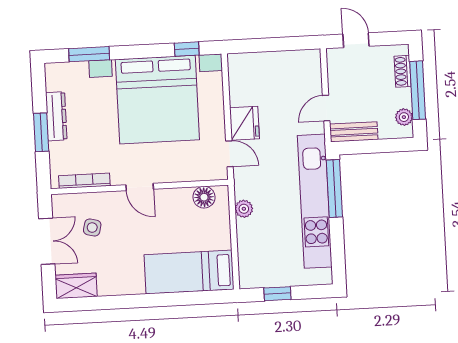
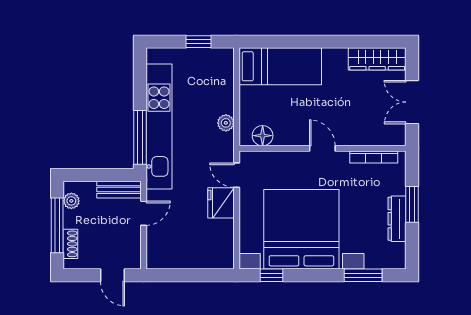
side table: (92, 228) -> (369, 113), removed
wardrobe: (76, 286) -> (377, 59), width x1.50

